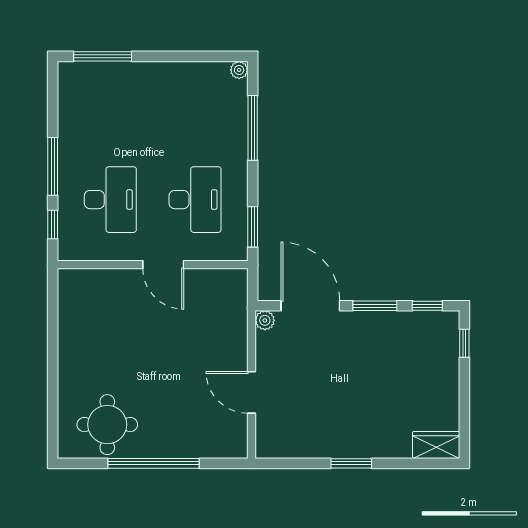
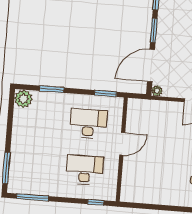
plant: (239, 70) -> (23, 99), width x1.88, depth x1.88
window: (253, 128) -> (52, 89), width x0.69
window: (53, 166) -> (32, 197), moved

